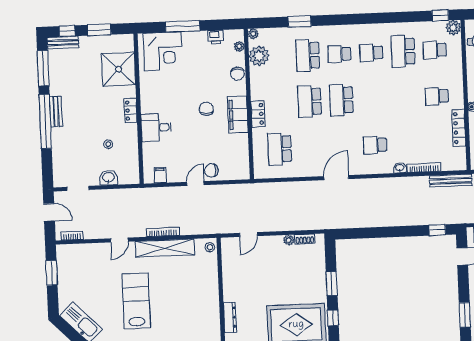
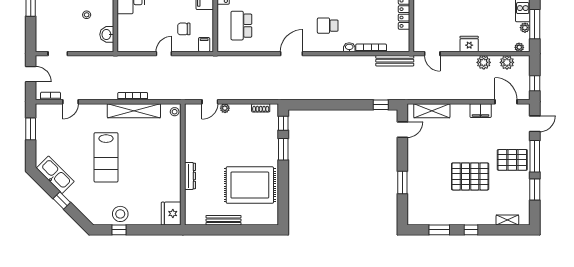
chair: (211, 170) -> (184, 29), moved
filing cabinet: (160, 175) -> (204, 45), moved
washbasin: (108, 178) -> (107, 34), moved, turned -90
door: (119, 240) -> (71, 102), moved
plant: (289, 240) -> (225, 108), moved
lab bench: (136, 301) -> (106, 157), turned 180
window: (333, 318) -> (283, 123), moved

